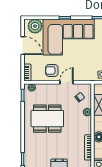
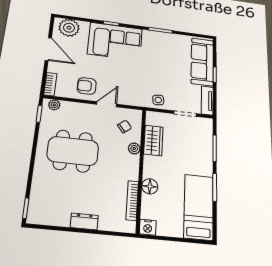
corner sofa: (69, 37) -> (115, 41), width x0.73, depth x0.74

